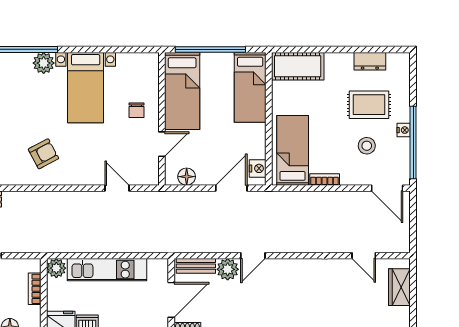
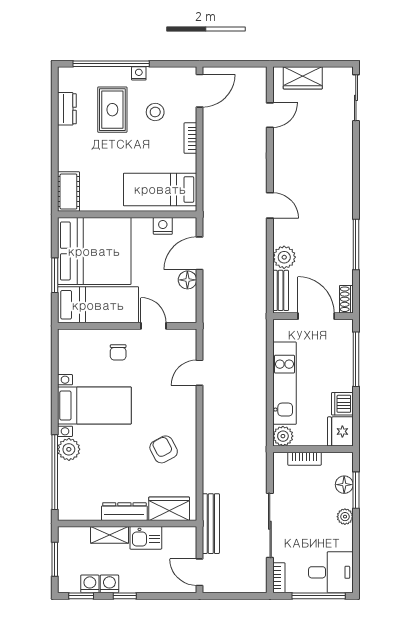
window: (210, 49) -> (55, 275), width x0.47
cot: (298, 66) -> (68, 191), width x0.73, depth x0.75
bed: (250, 87) -> (94, 251), width x2.04
chair: (137, 110) -> (118, 352), turned 90
window: (413, 142) -> (111, 64), moved
nightstand: (258, 168) -> (163, 226), moved
floor lamp: (187, 177) -> (187, 280), moved
bookcase: (325, 179) -> (190, 138), moved
door: (231, 188) -> (199, 253), hinge flipped
door: (253, 256) -> (270, 205), moved

